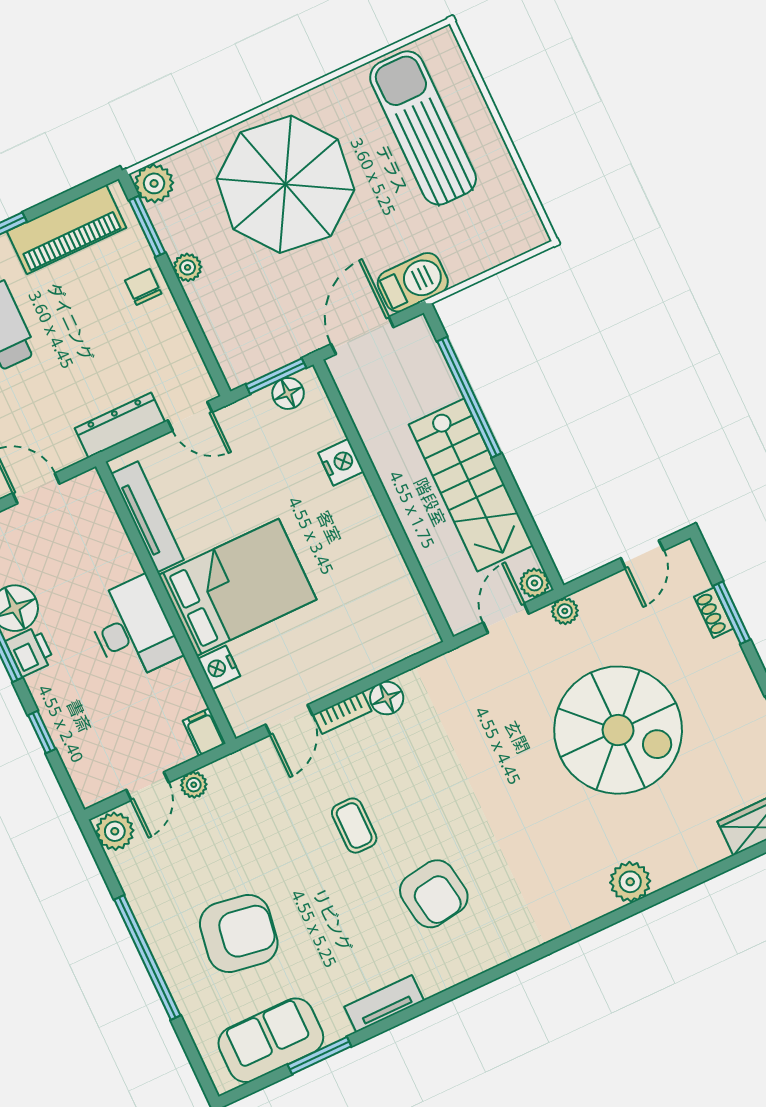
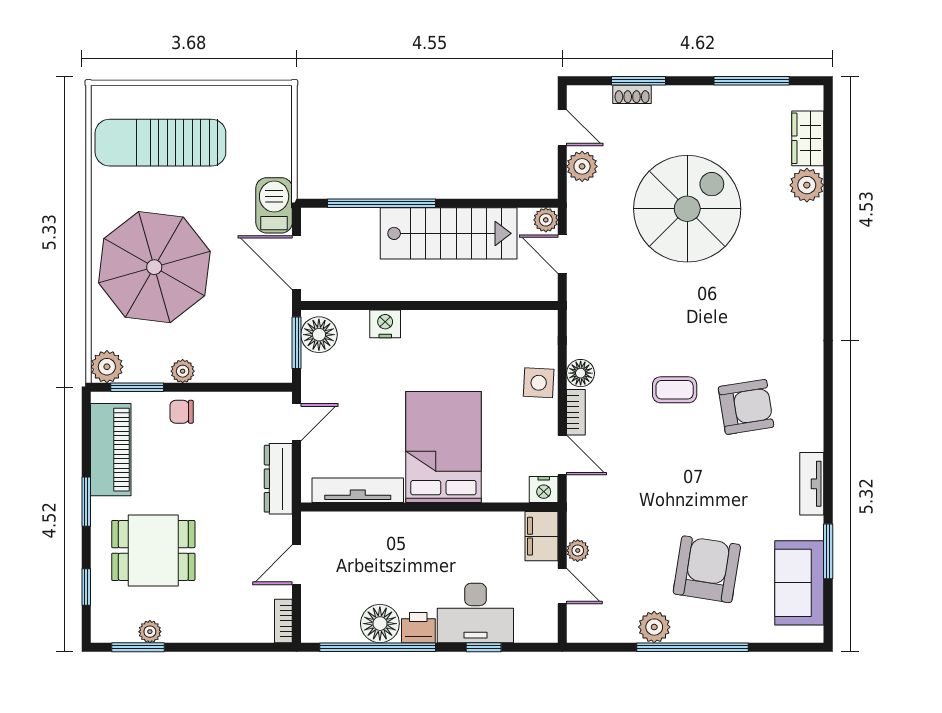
floor lamp: (288, 393) -> (319, 335), width x1.38, depth x1.38
plant: (565, 611) -> (582, 166), moved, width x1.38, depth x1.38
desk: (133, 629) -> (475, 613), moved, turned 180
side table: (355, 658) -> (539, 383), added
nightstand: (219, 667) -> (544, 490), moved
filing cabinet: (204, 732) -> (541, 536), width x2.00
coffee table: (354, 826) -> (675, 390), moved
plant: (115, 831) -> (654, 627), moved
plant: (630, 882) -> (807, 185), moved

